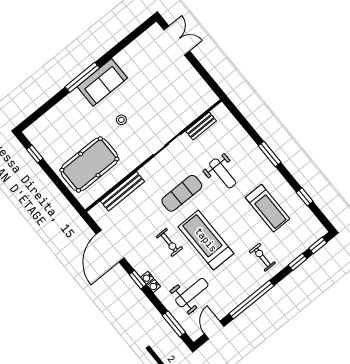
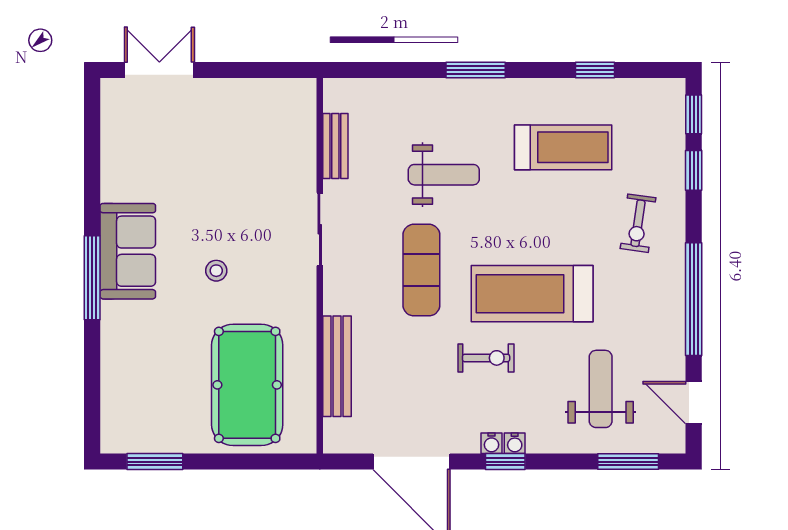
window: (35, 154) -> (155, 462), width x1.50
exercise bike: (262, 257) -> (638, 223), turned -82
water cooler: (154, 286) -> (492, 443), moved

